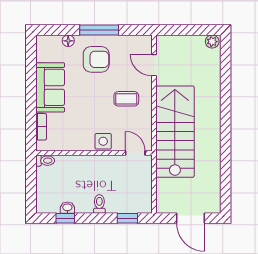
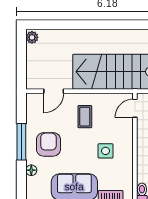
side table: (103, 141) -> (106, 151), moved

